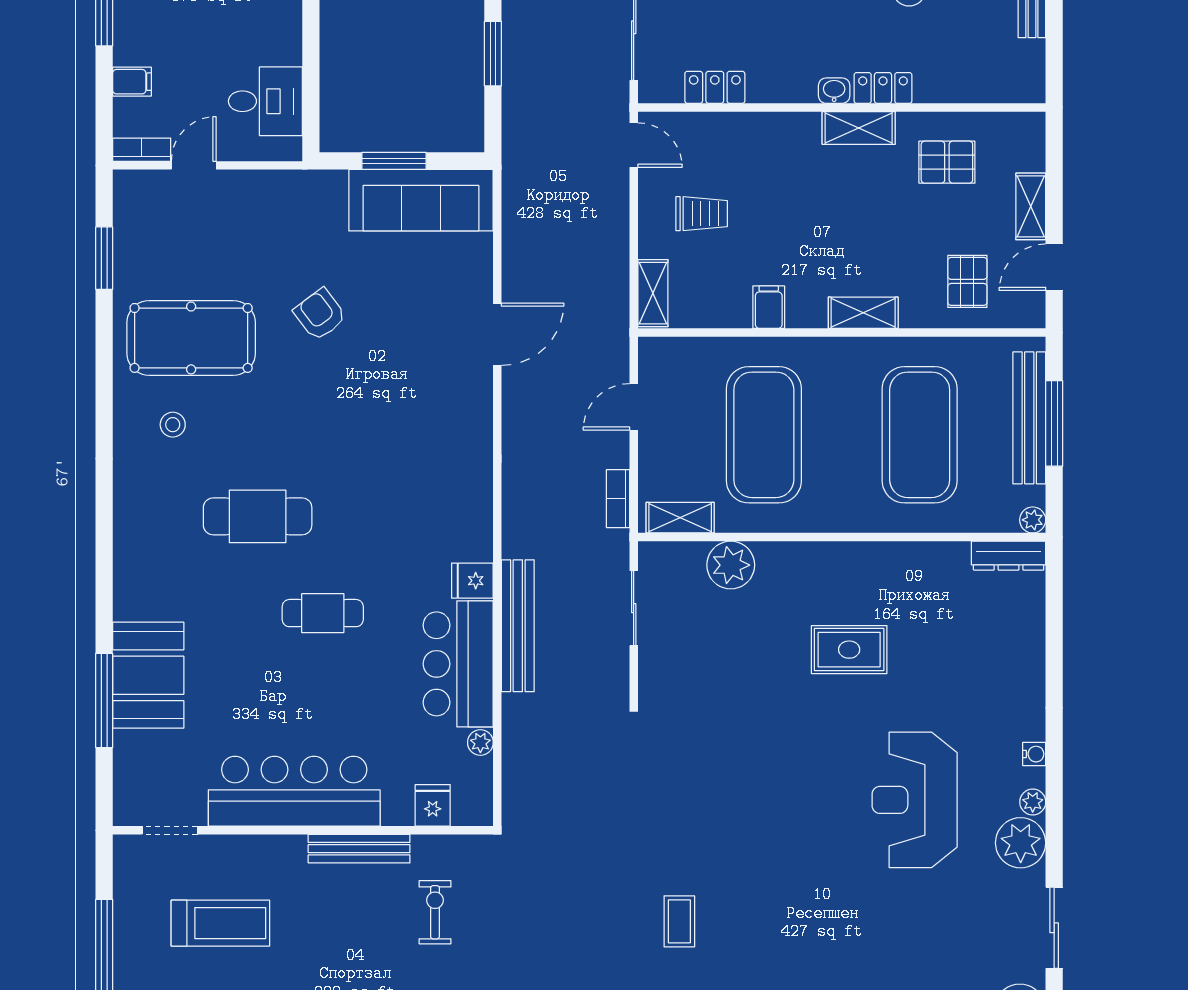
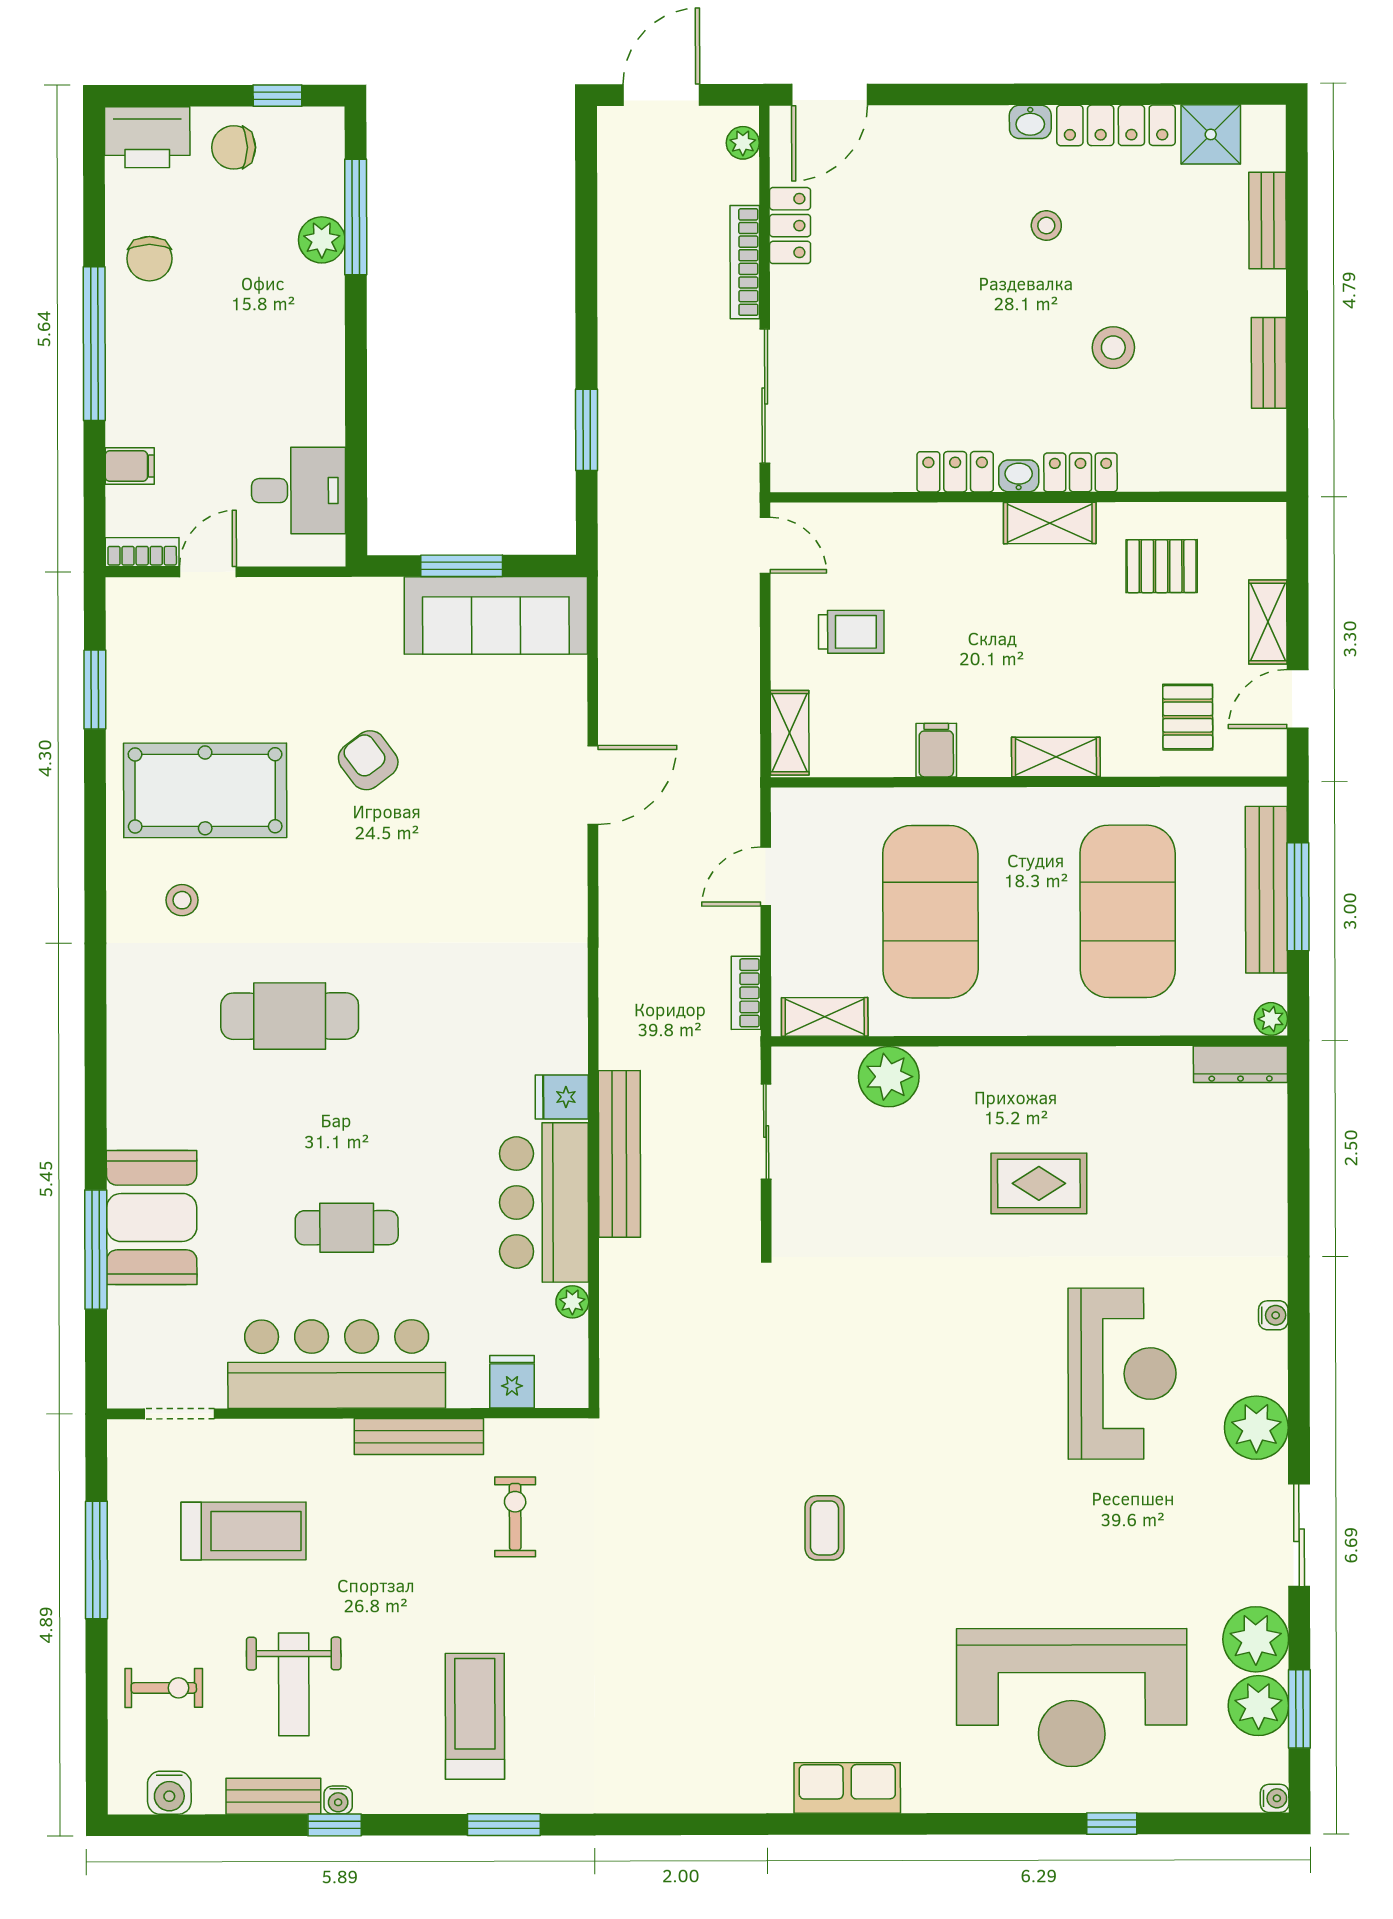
locker: (715, 87) -> (955, 472), moved
cafe table: (323, 613) -> (347, 1228), moved
reception desk: (915, 800) -> (1122, 1374), turned 180
plant: (1033, 802) -> (1272, 1376), removed

